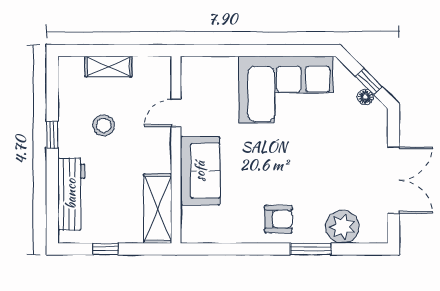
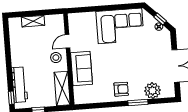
stool: (104, 125) -> (56, 58), moved
window: (52, 135) -> (11, 98), moved

